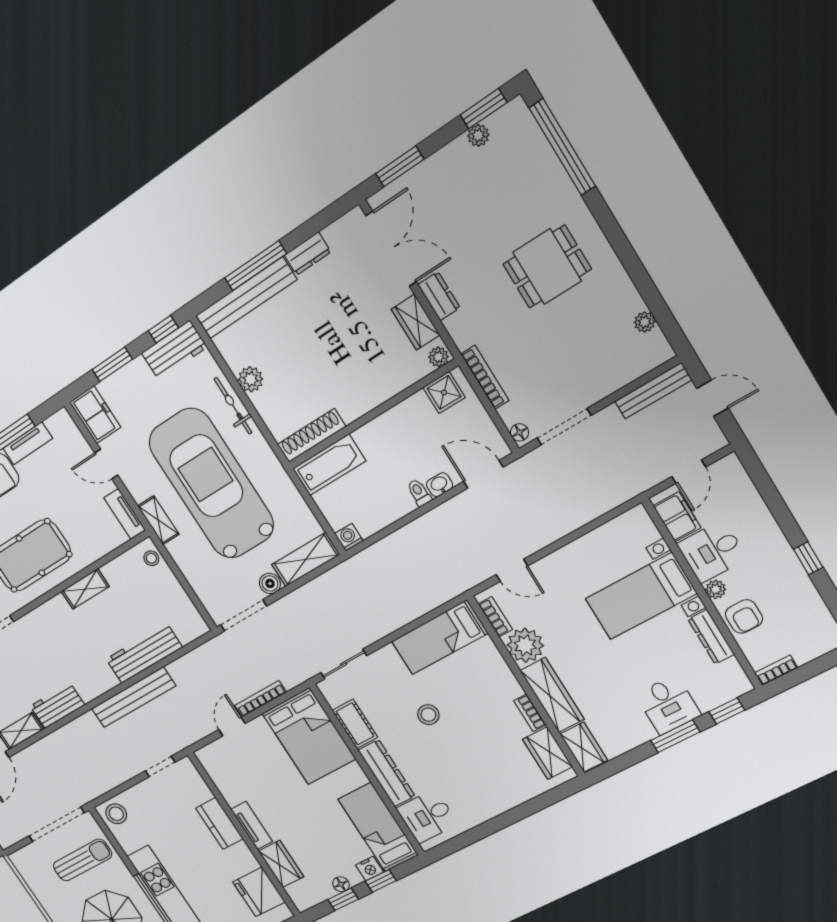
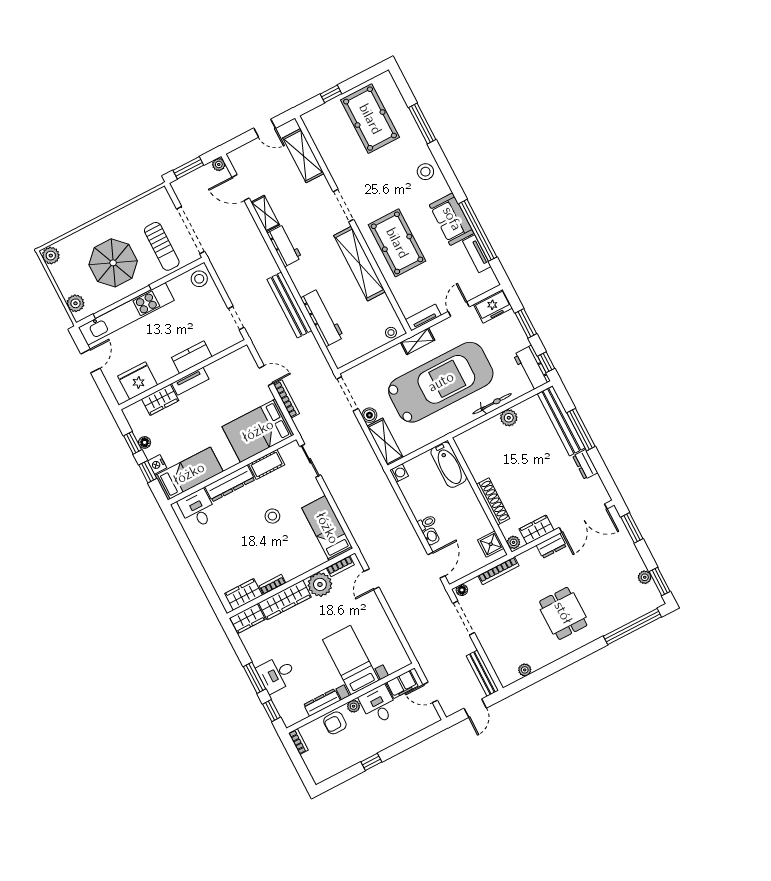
shoe rack: (312, 435) -> (493, 501), moved
shelving: (85, 589) -> (359, 264), width x2.20, depth x1.33

